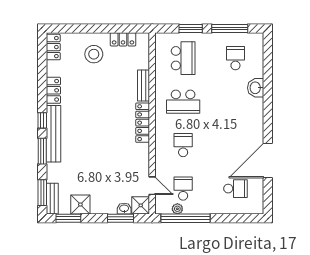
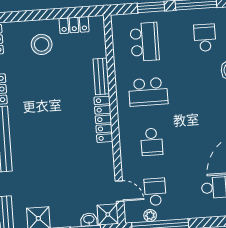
school desk: (183, 145) -> (152, 142), turned 180

